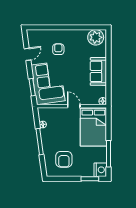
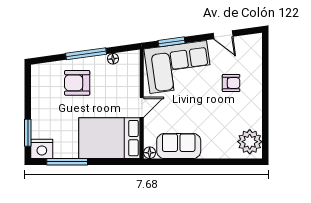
sofa: (98, 71) -> (179, 146), moved
armchair: (64, 159) -> (77, 83), moved

